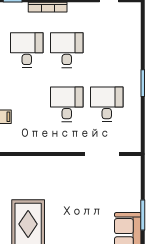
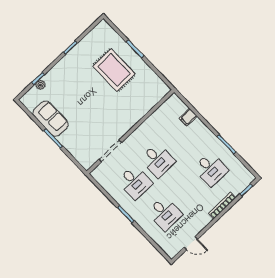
desk: (67, 50) -> (165, 213), moved

